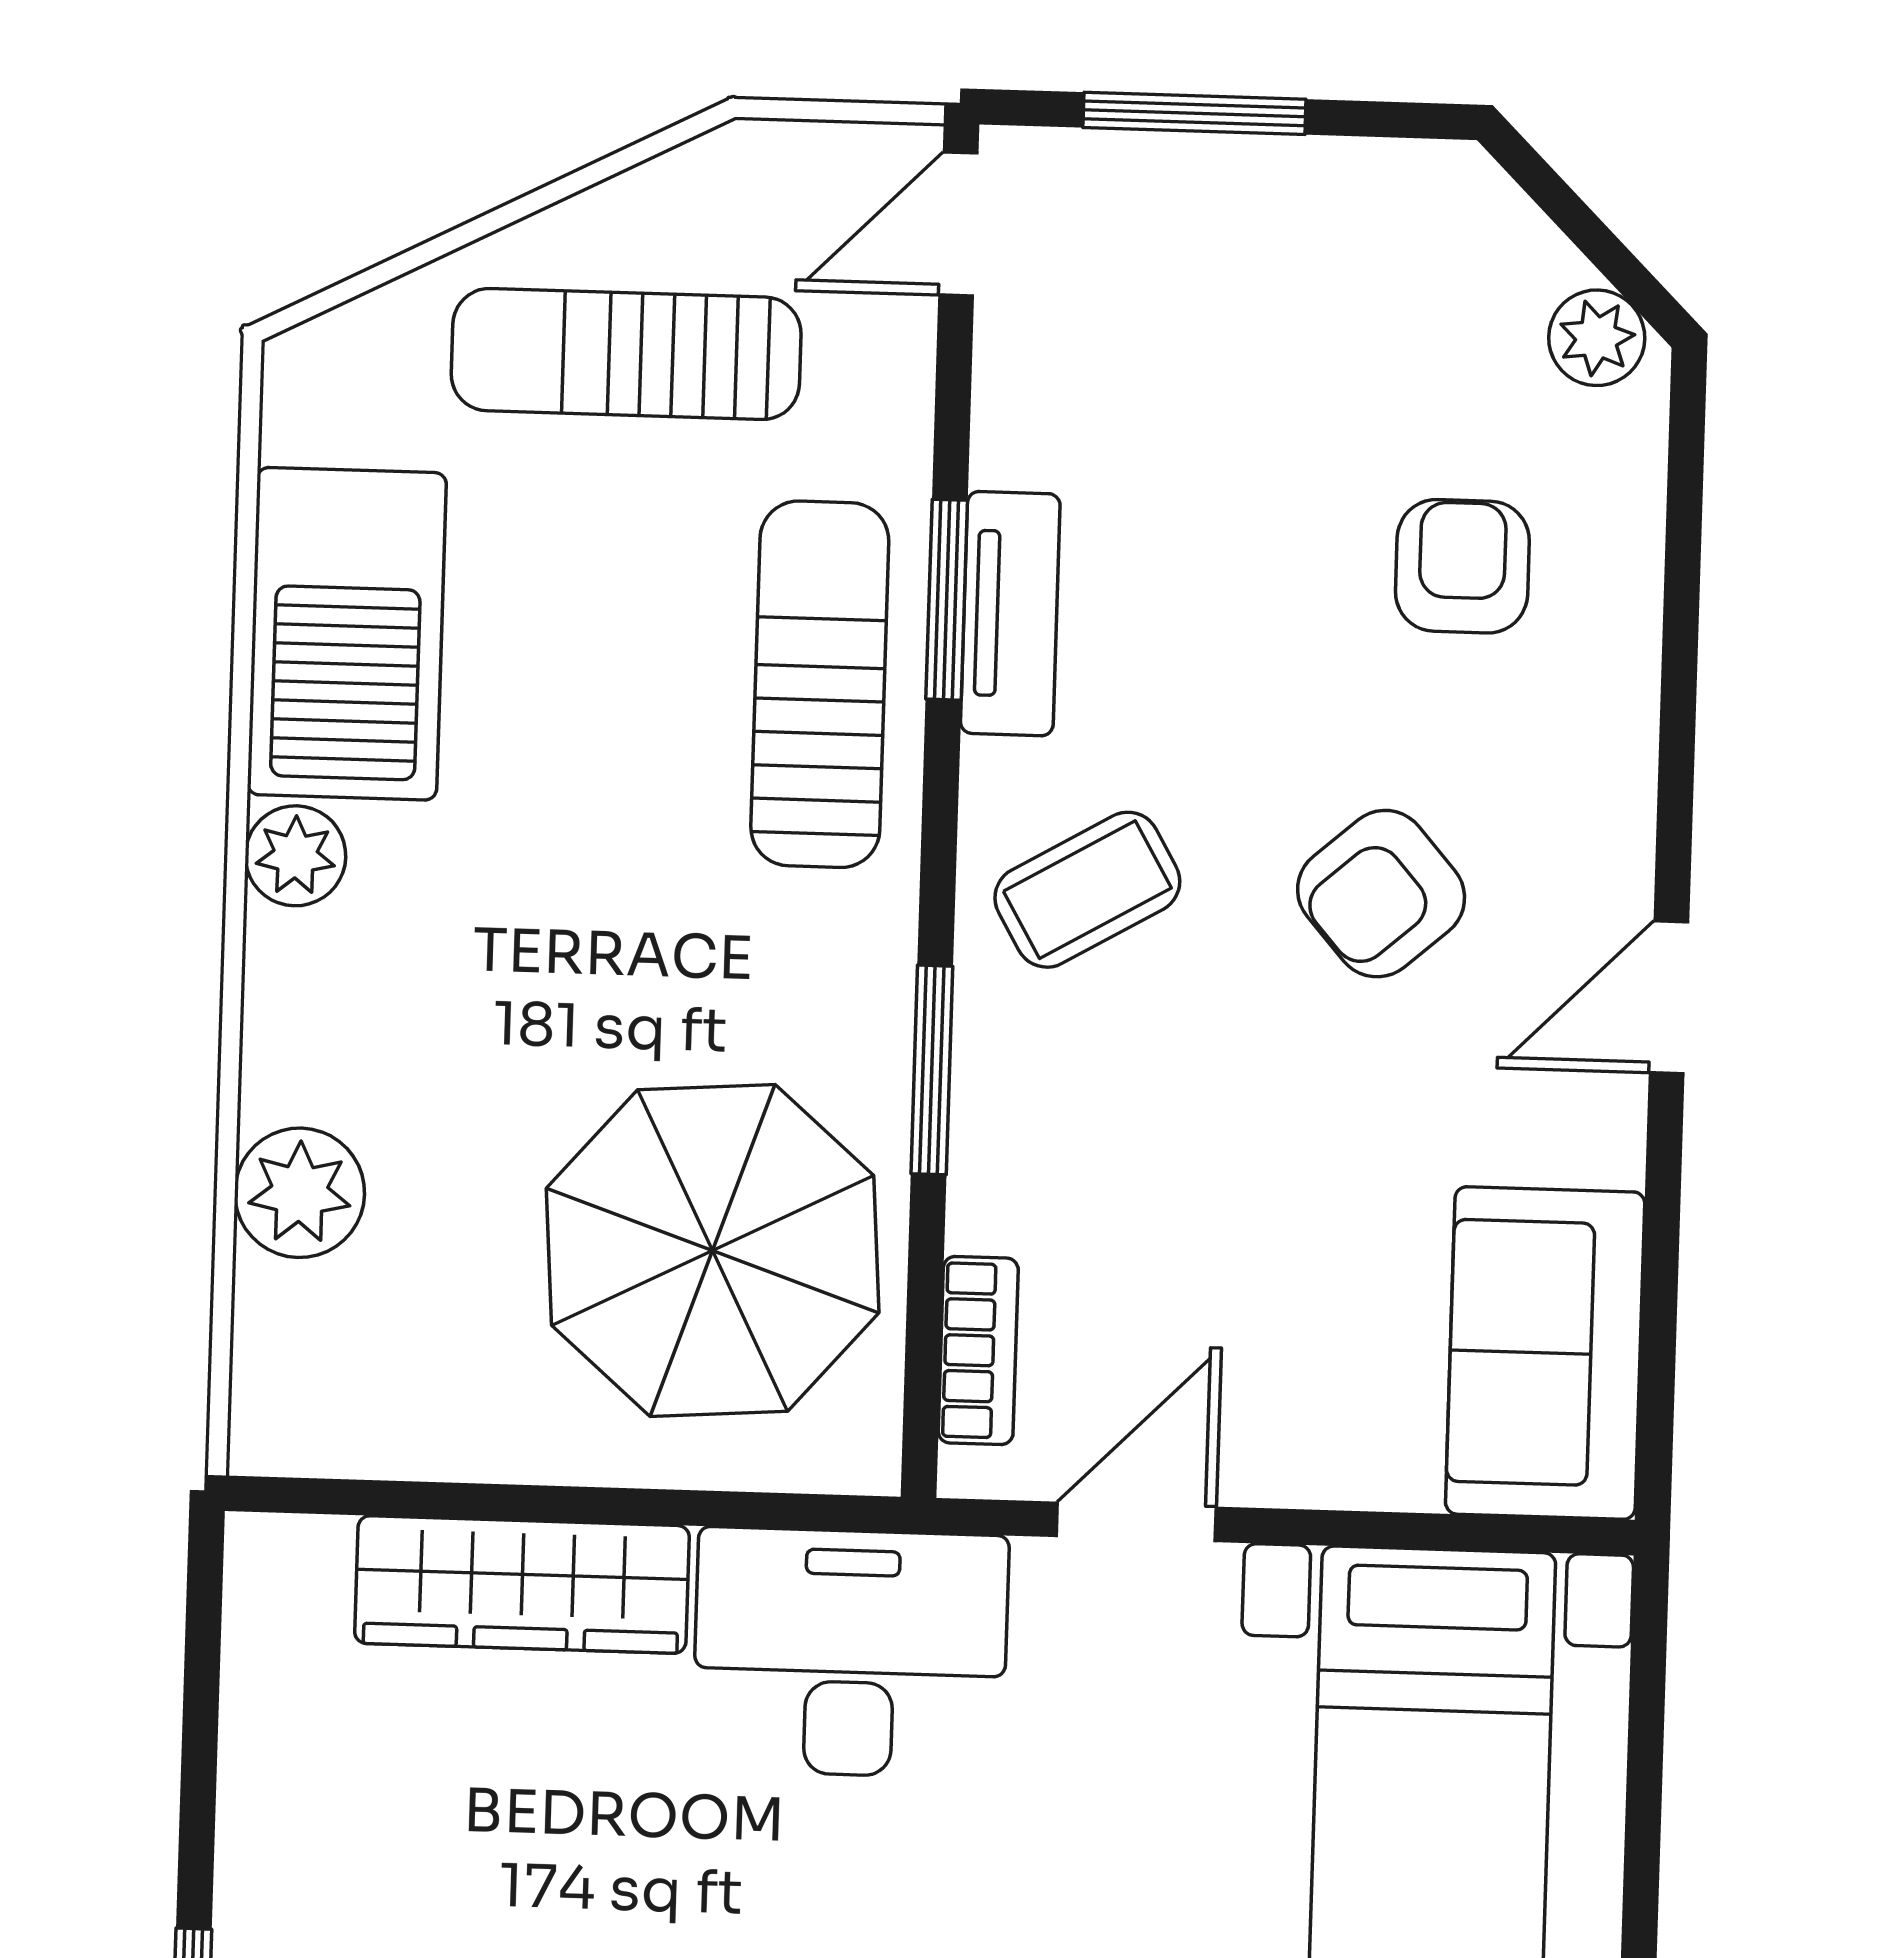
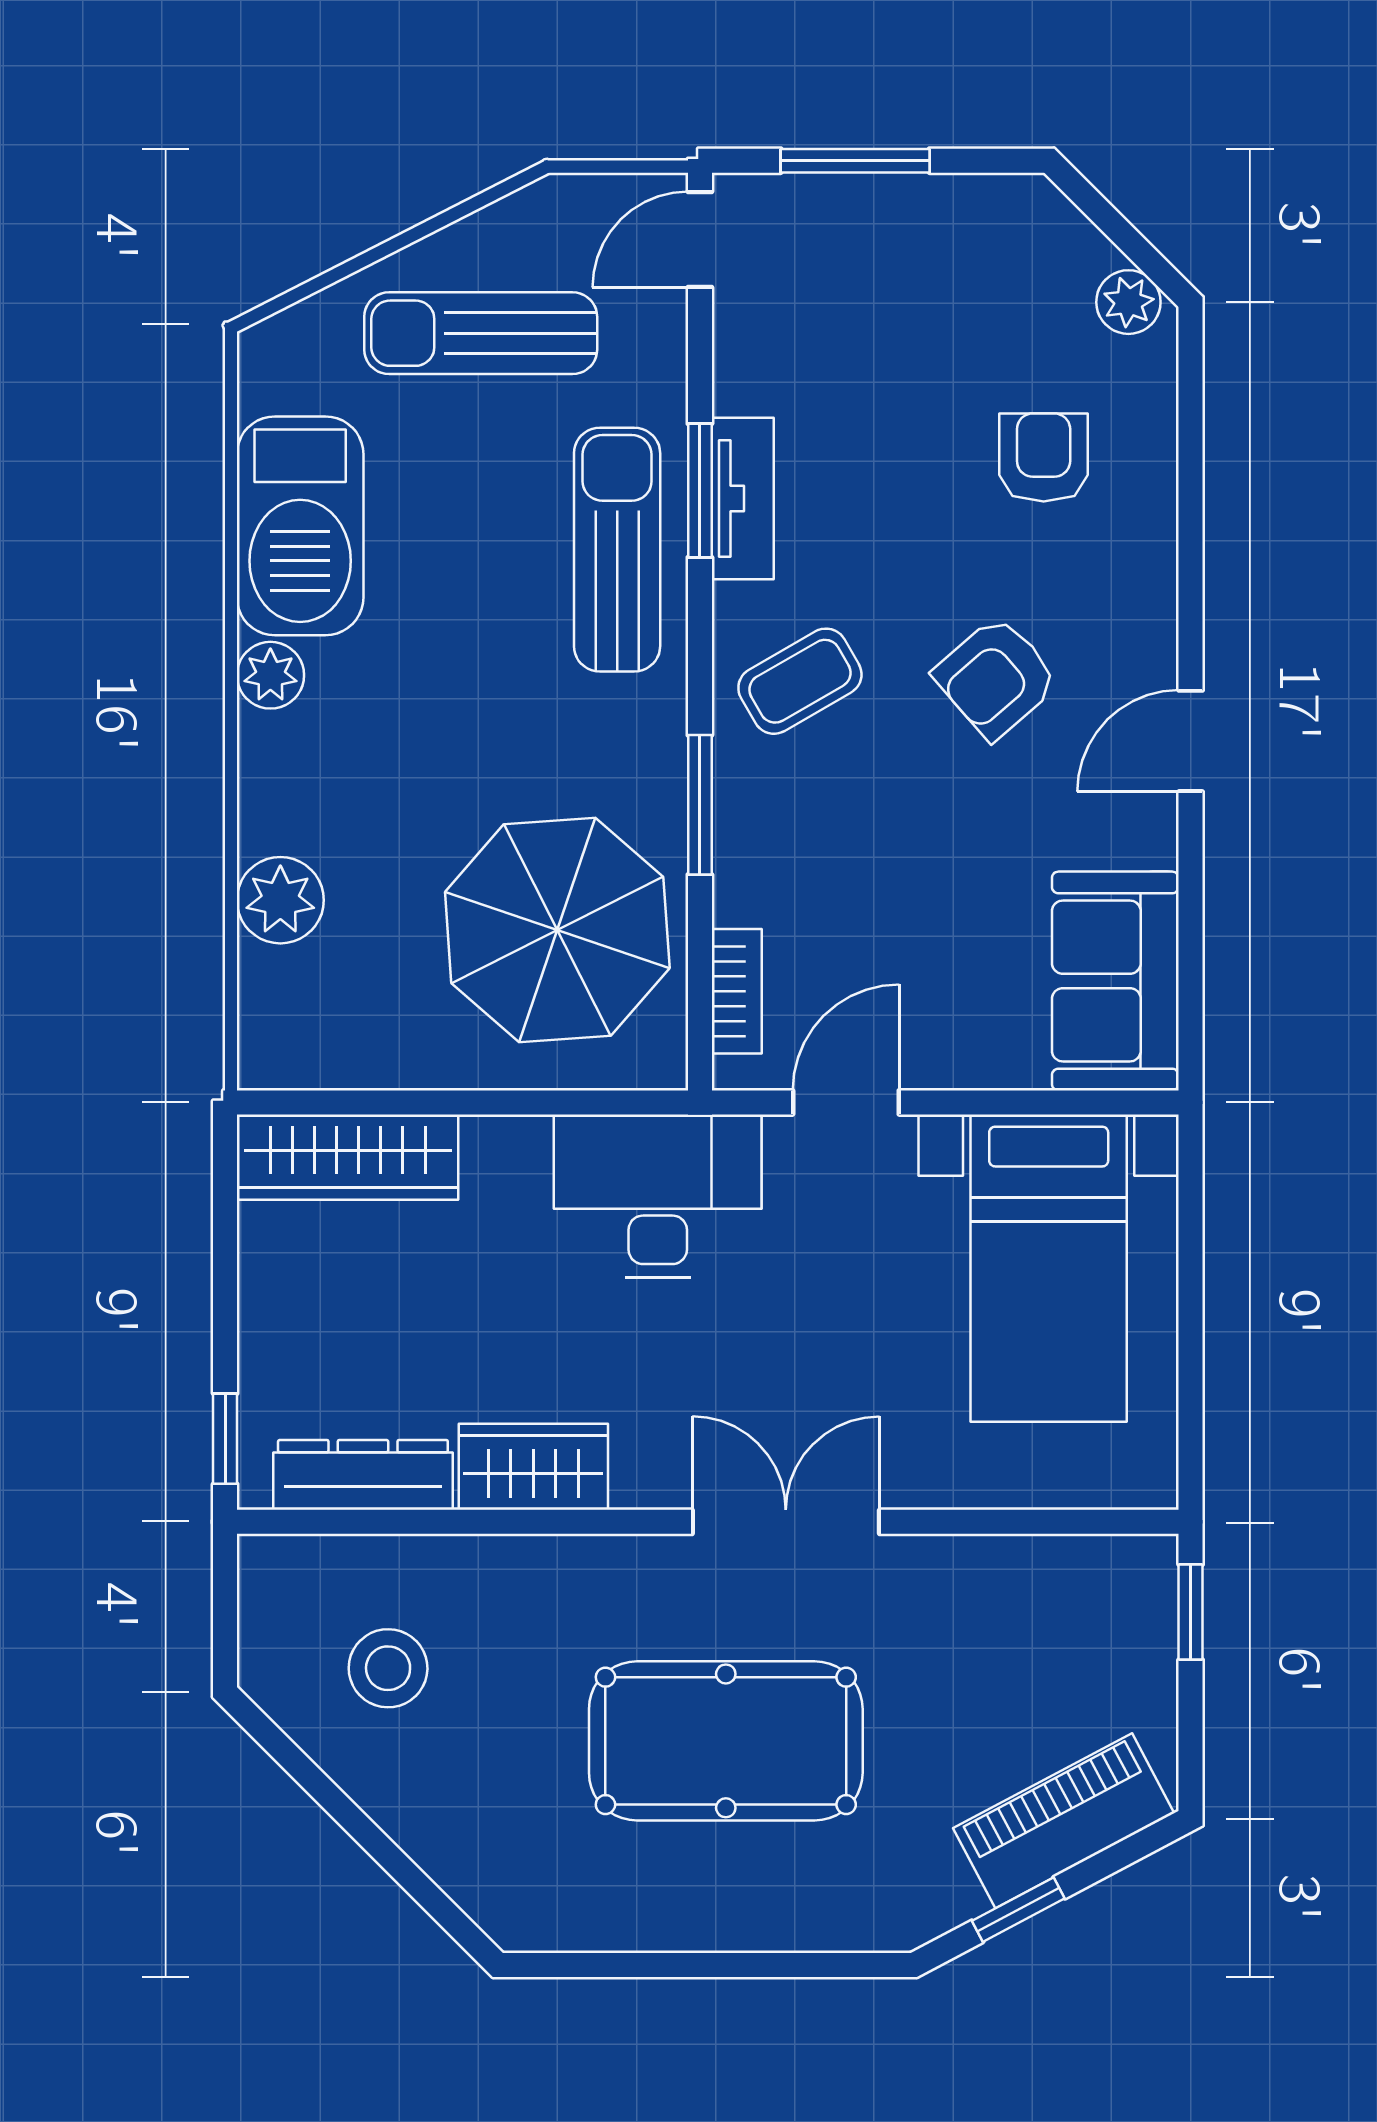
wardrobe: (522, 1585) -> (348, 1157), moved

